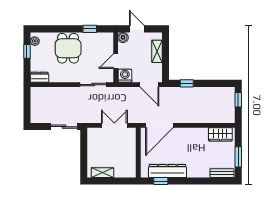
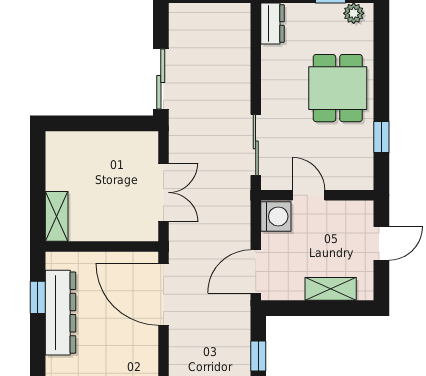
boiler: (123, 37) -> (362, 212), removed
dining table: (68, 48) -> (338, 88), turned 90
shelving: (103, 173) -> (57, 216), moved

